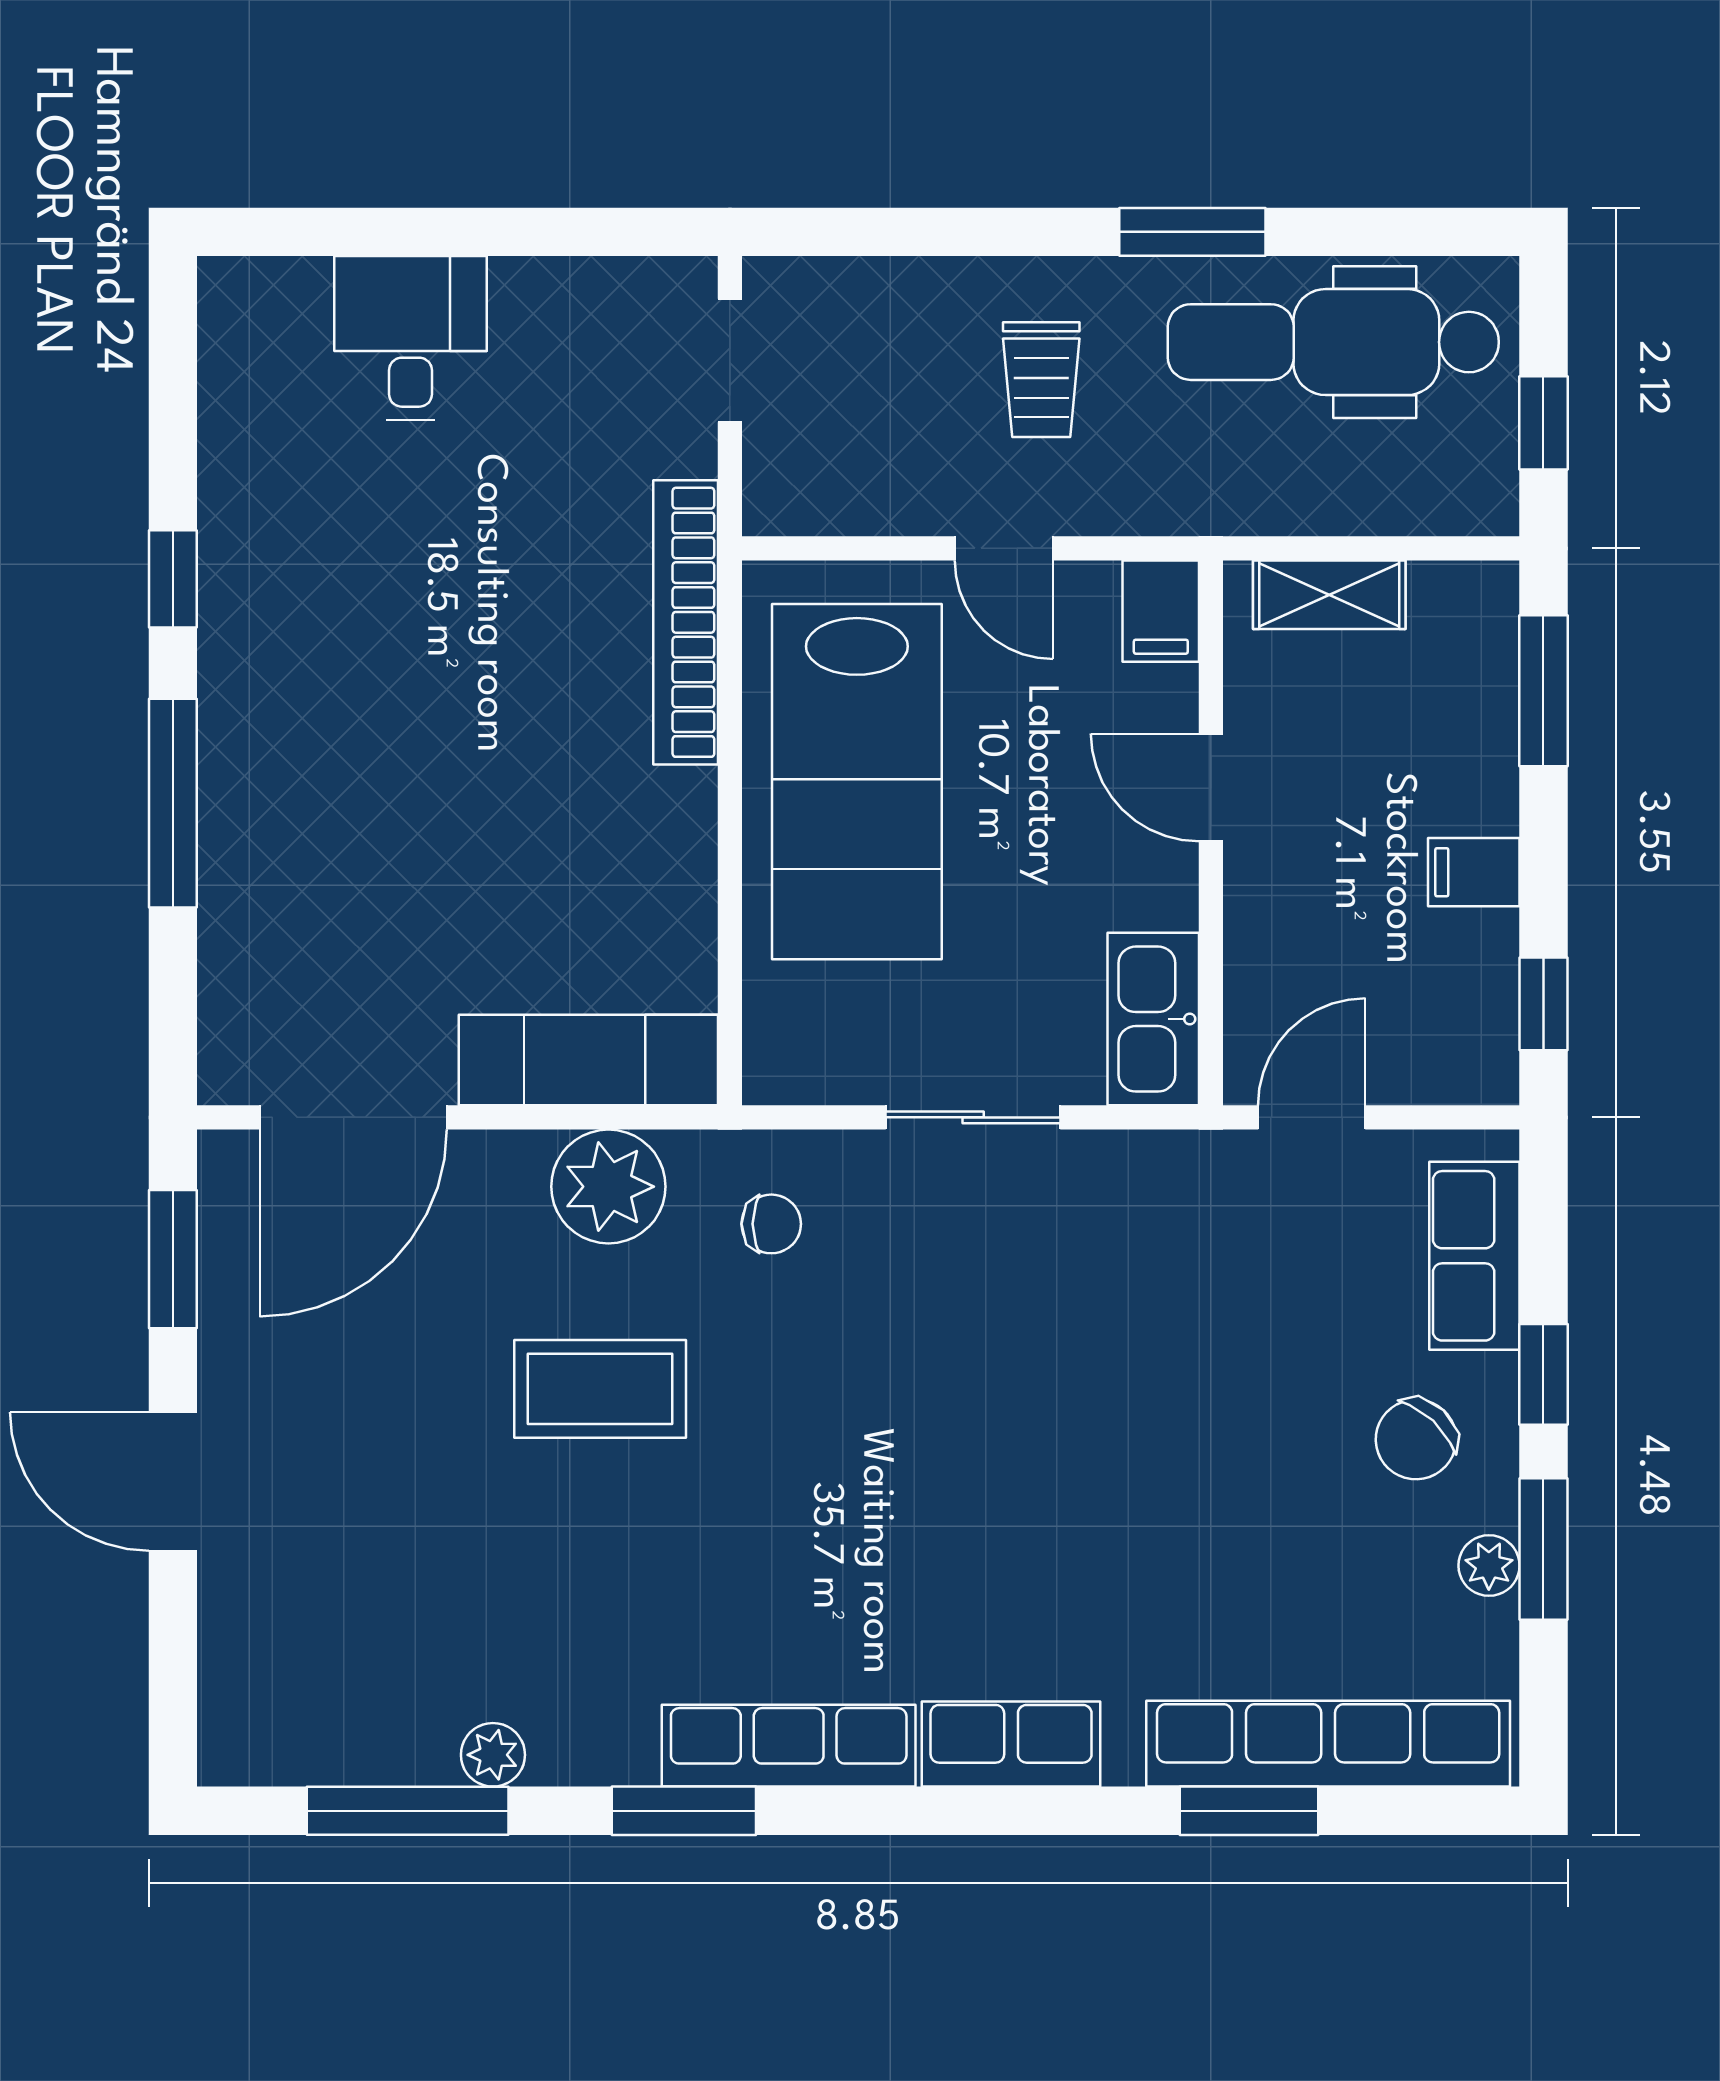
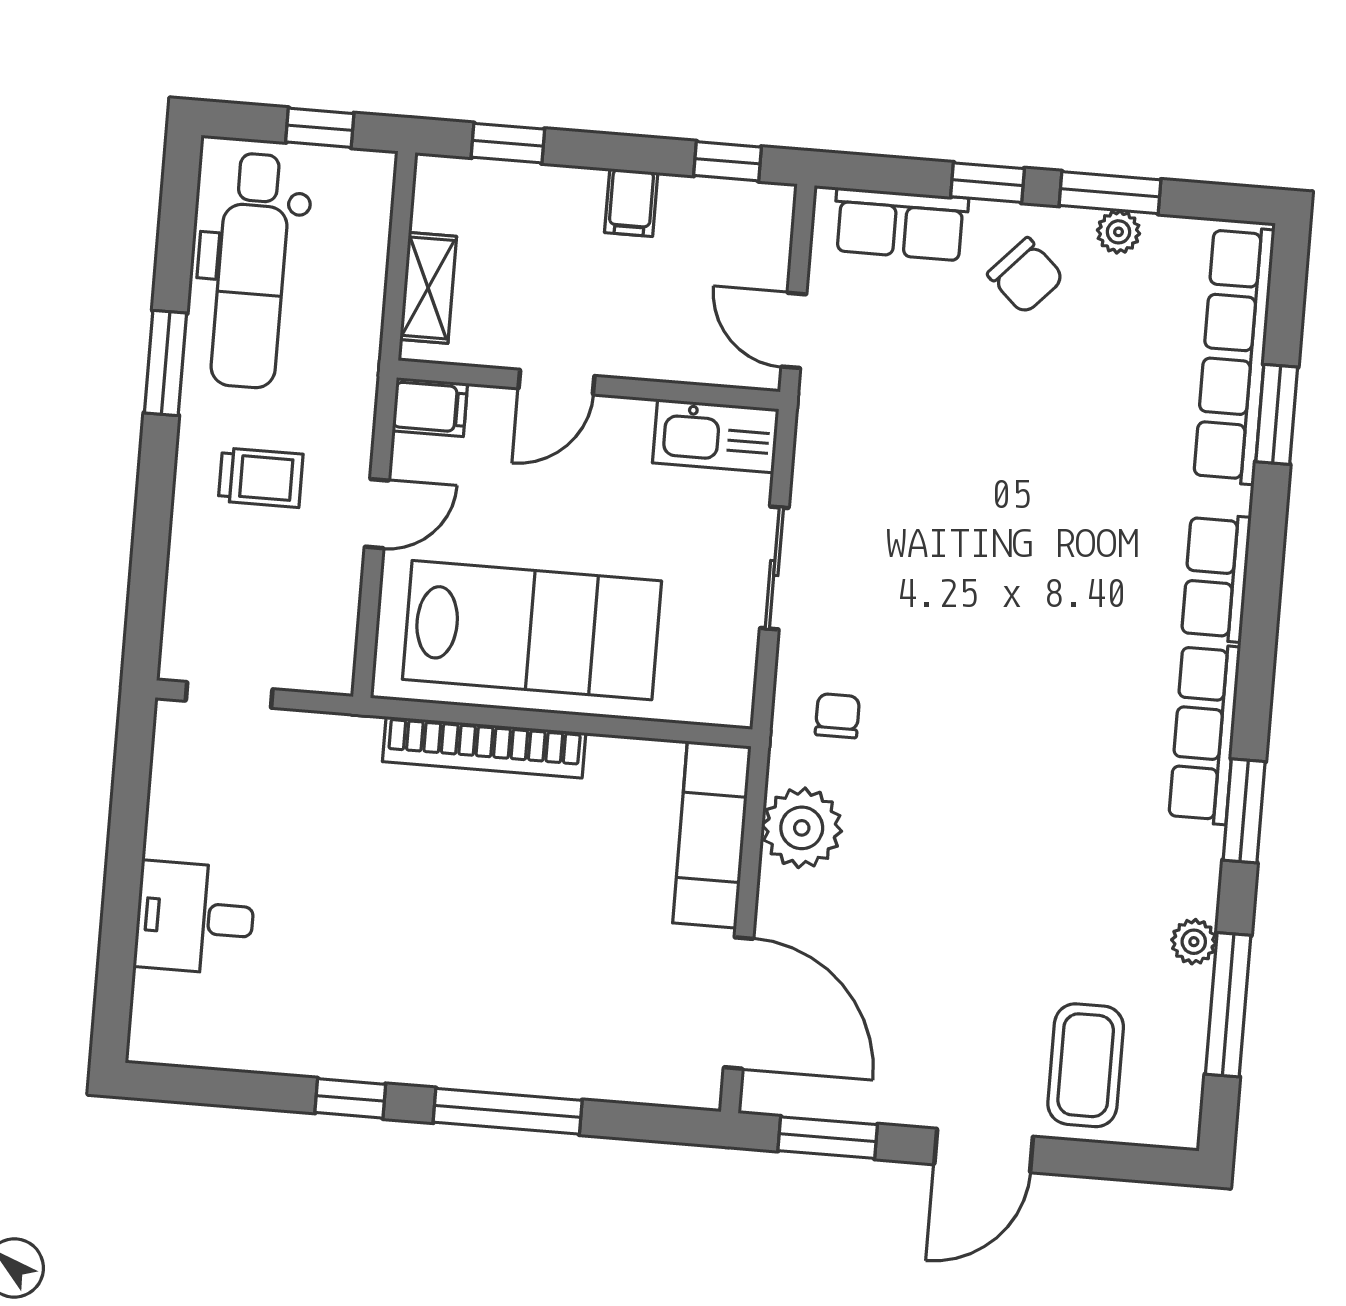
bookcase: (686, 622) -> (484, 747), moved
window: (1543, 691) -> (508, 143), width x0.67
coffee table: (600, 1389) -> (1086, 1065), moved

